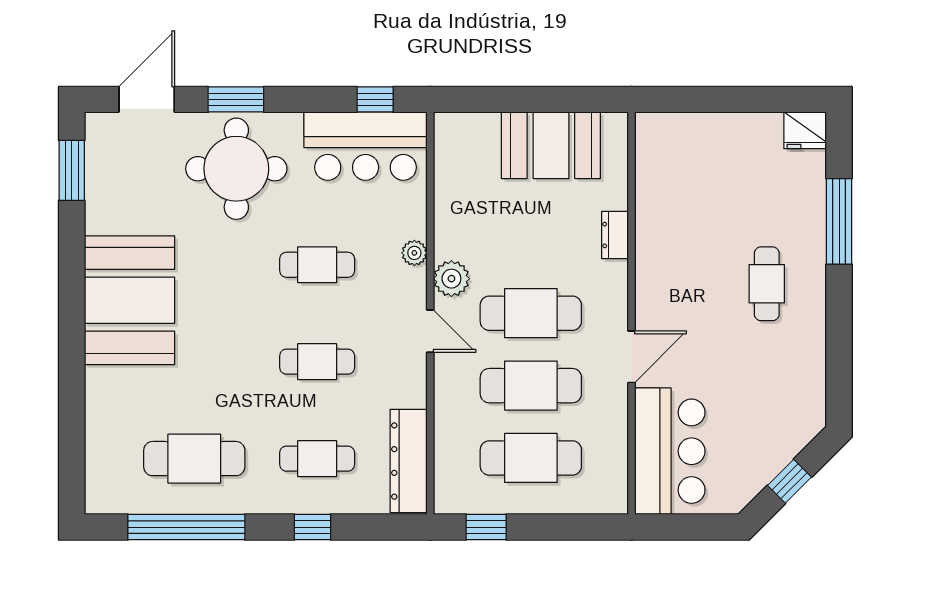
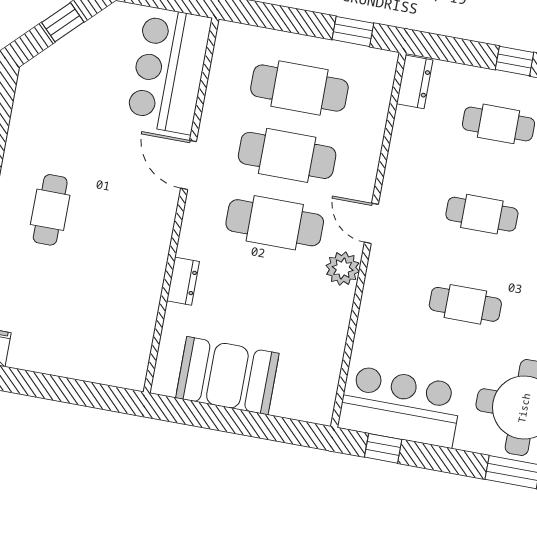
plant: (414, 253) -> (373, 299), removed
door: (631, 357) -> (189, 165), hinge flipped
dresser: (409, 461) -> (415, 82), width x0.51, depth x0.80

